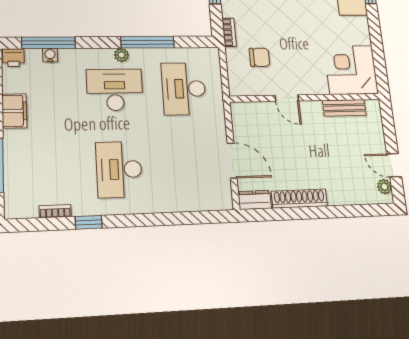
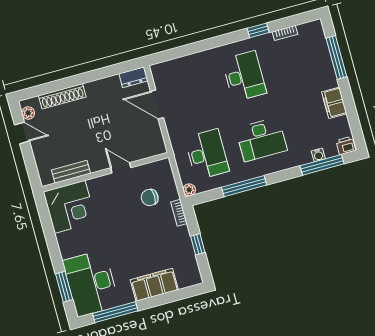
plant: (121, 55) -> (189, 190), moved
shoe rack: (299, 199) -> (62, 96), moved

